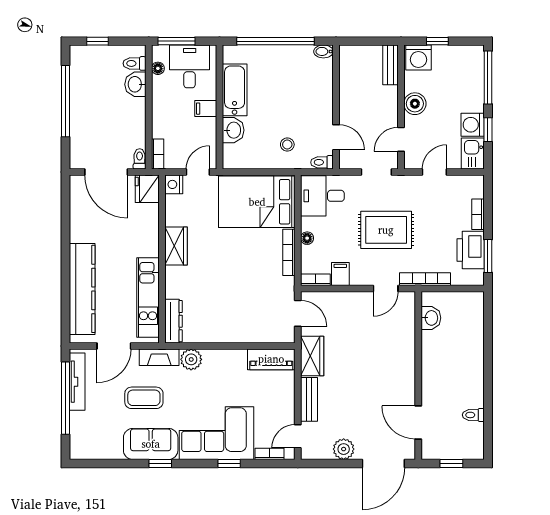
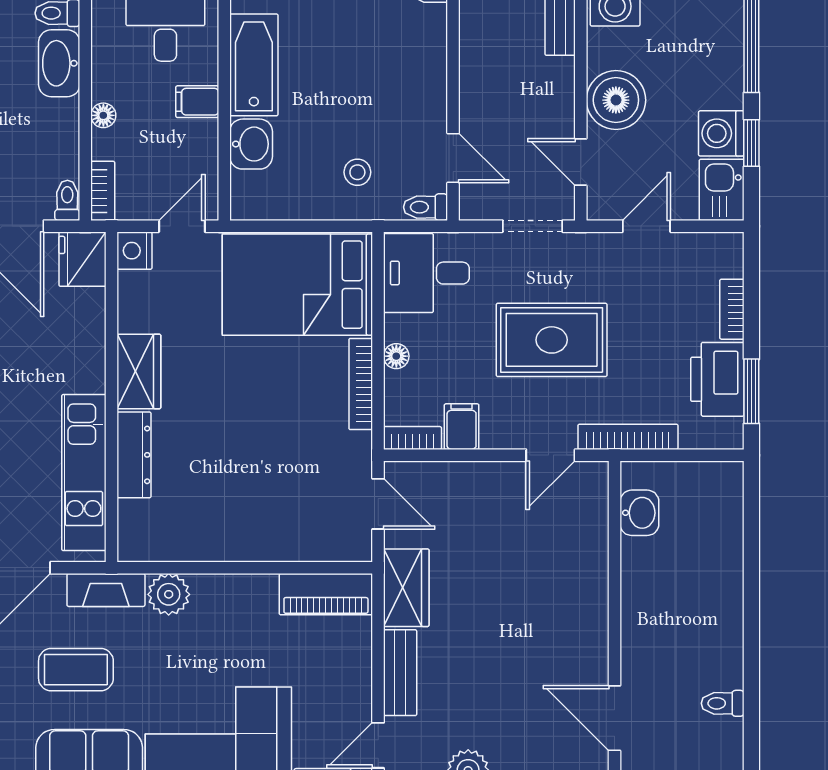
floor lamp: (158, 68) -> (103, 115), moved
washbasin: (135, 84) -> (59, 63), width x1.38
boiler: (415, 104) -> (616, 100), width x1.37, depth x1.37
door: (401, 139) -> (581, 162), hinge flipped
dresser: (174, 321) -> (134, 455), moved

